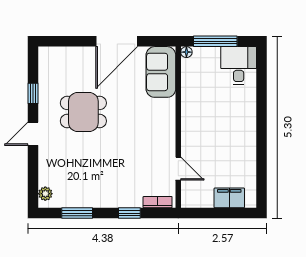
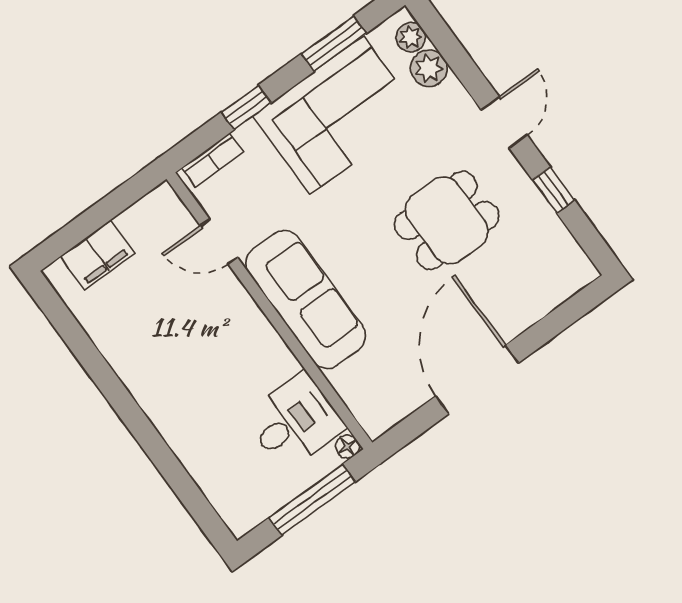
desk: (239, 66) -> (294, 422), moved, turned -90
sofa: (161, 72) -> (306, 299), moved, width x1.36
plant: (47, 176) -> (429, 68), added
corner sofa: (97, 184) -> (336, 115), added

